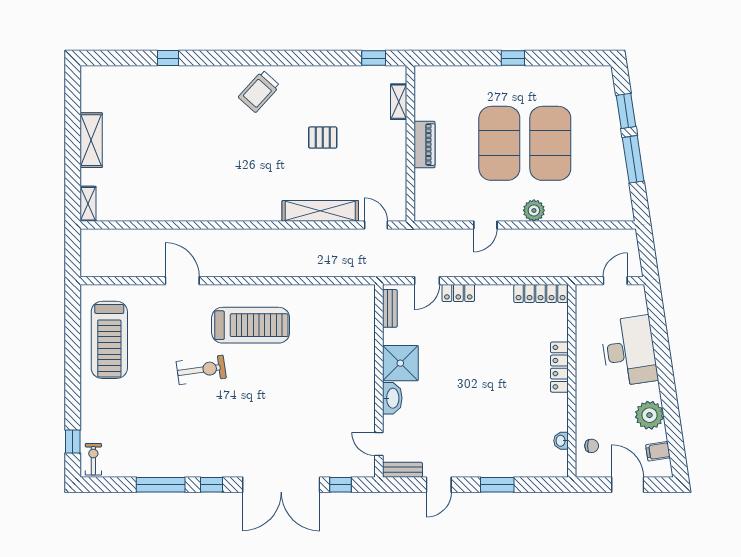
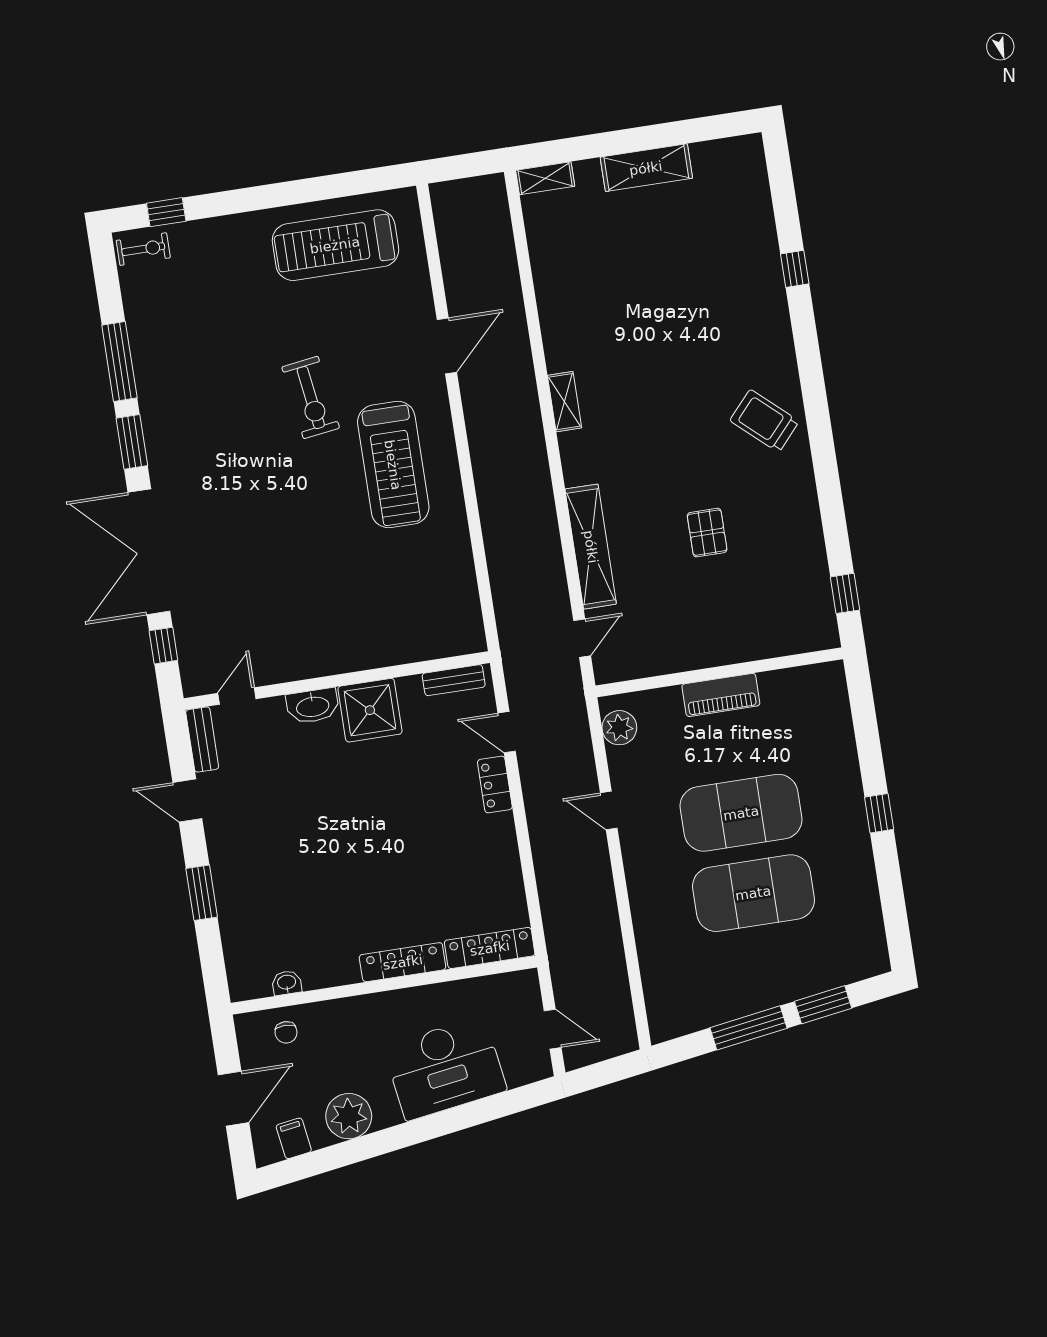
shelving: (399, 102) -> (564, 402), moved, turned 90
plant: (534, 210) -> (619, 728), moved
locker: (541, 293) -> (490, 948), moved, turned 90
window: (212, 485) -> (132, 442), width x1.50

